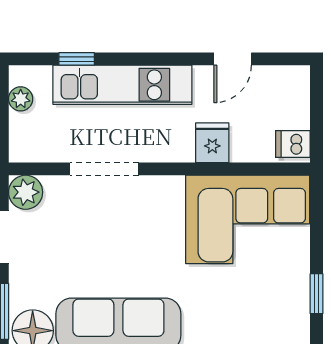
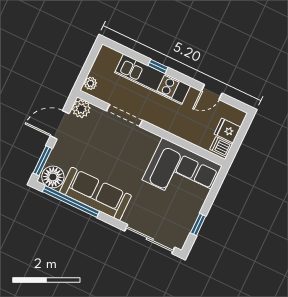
window: (77, 59) -> (158, 66), moved
plant: (21, 99) -> (90, 83), moved
fridge: (212, 143) -> (227, 131), moved, turned -90

